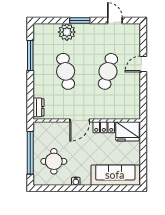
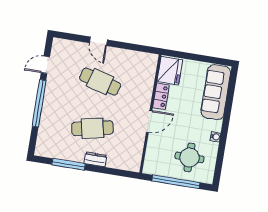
window: (80, 21) -> (39, 103), width x2.11
plant: (67, 32) -> (49, 120), removed
dresser: (39, 107) -> (95, 159), moved
door: (80, 120) -> (149, 121), hinge flipped

